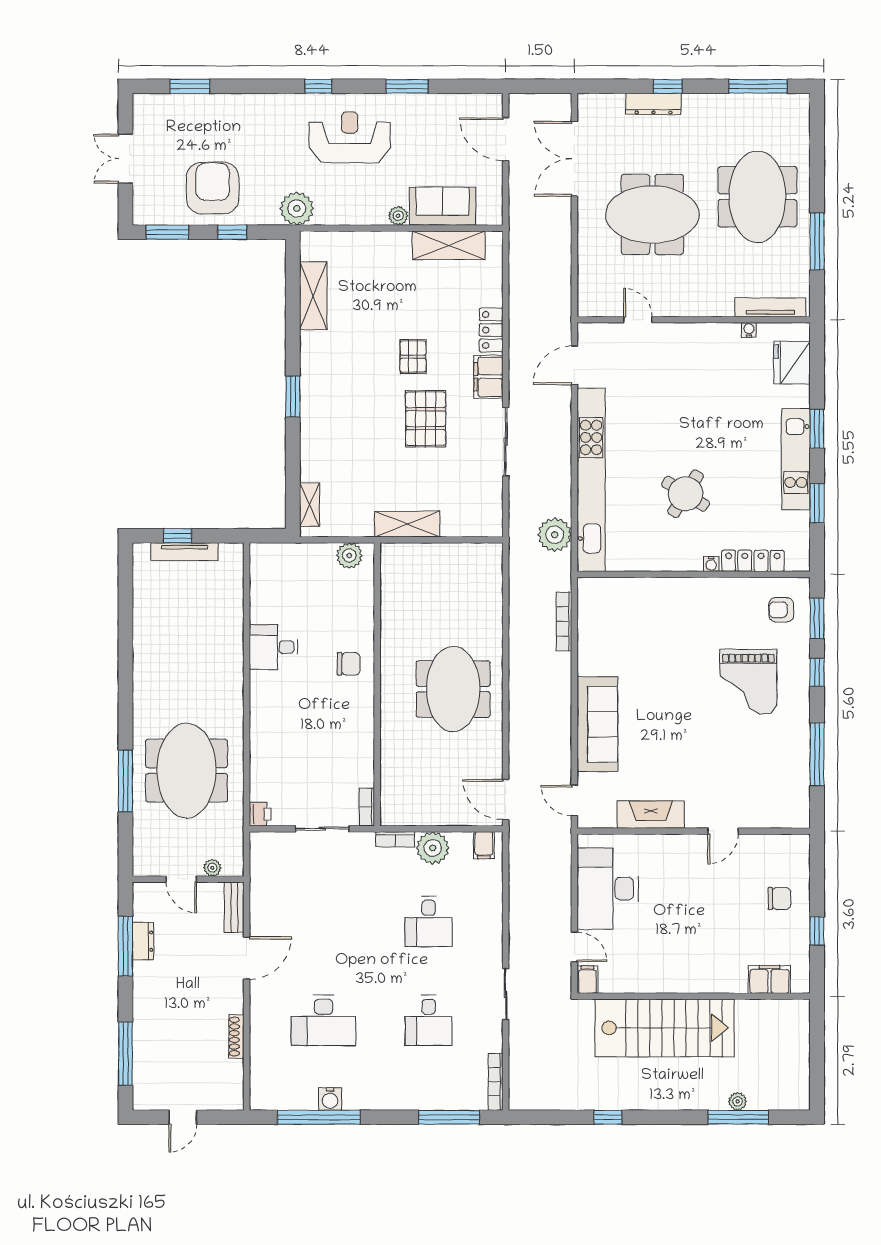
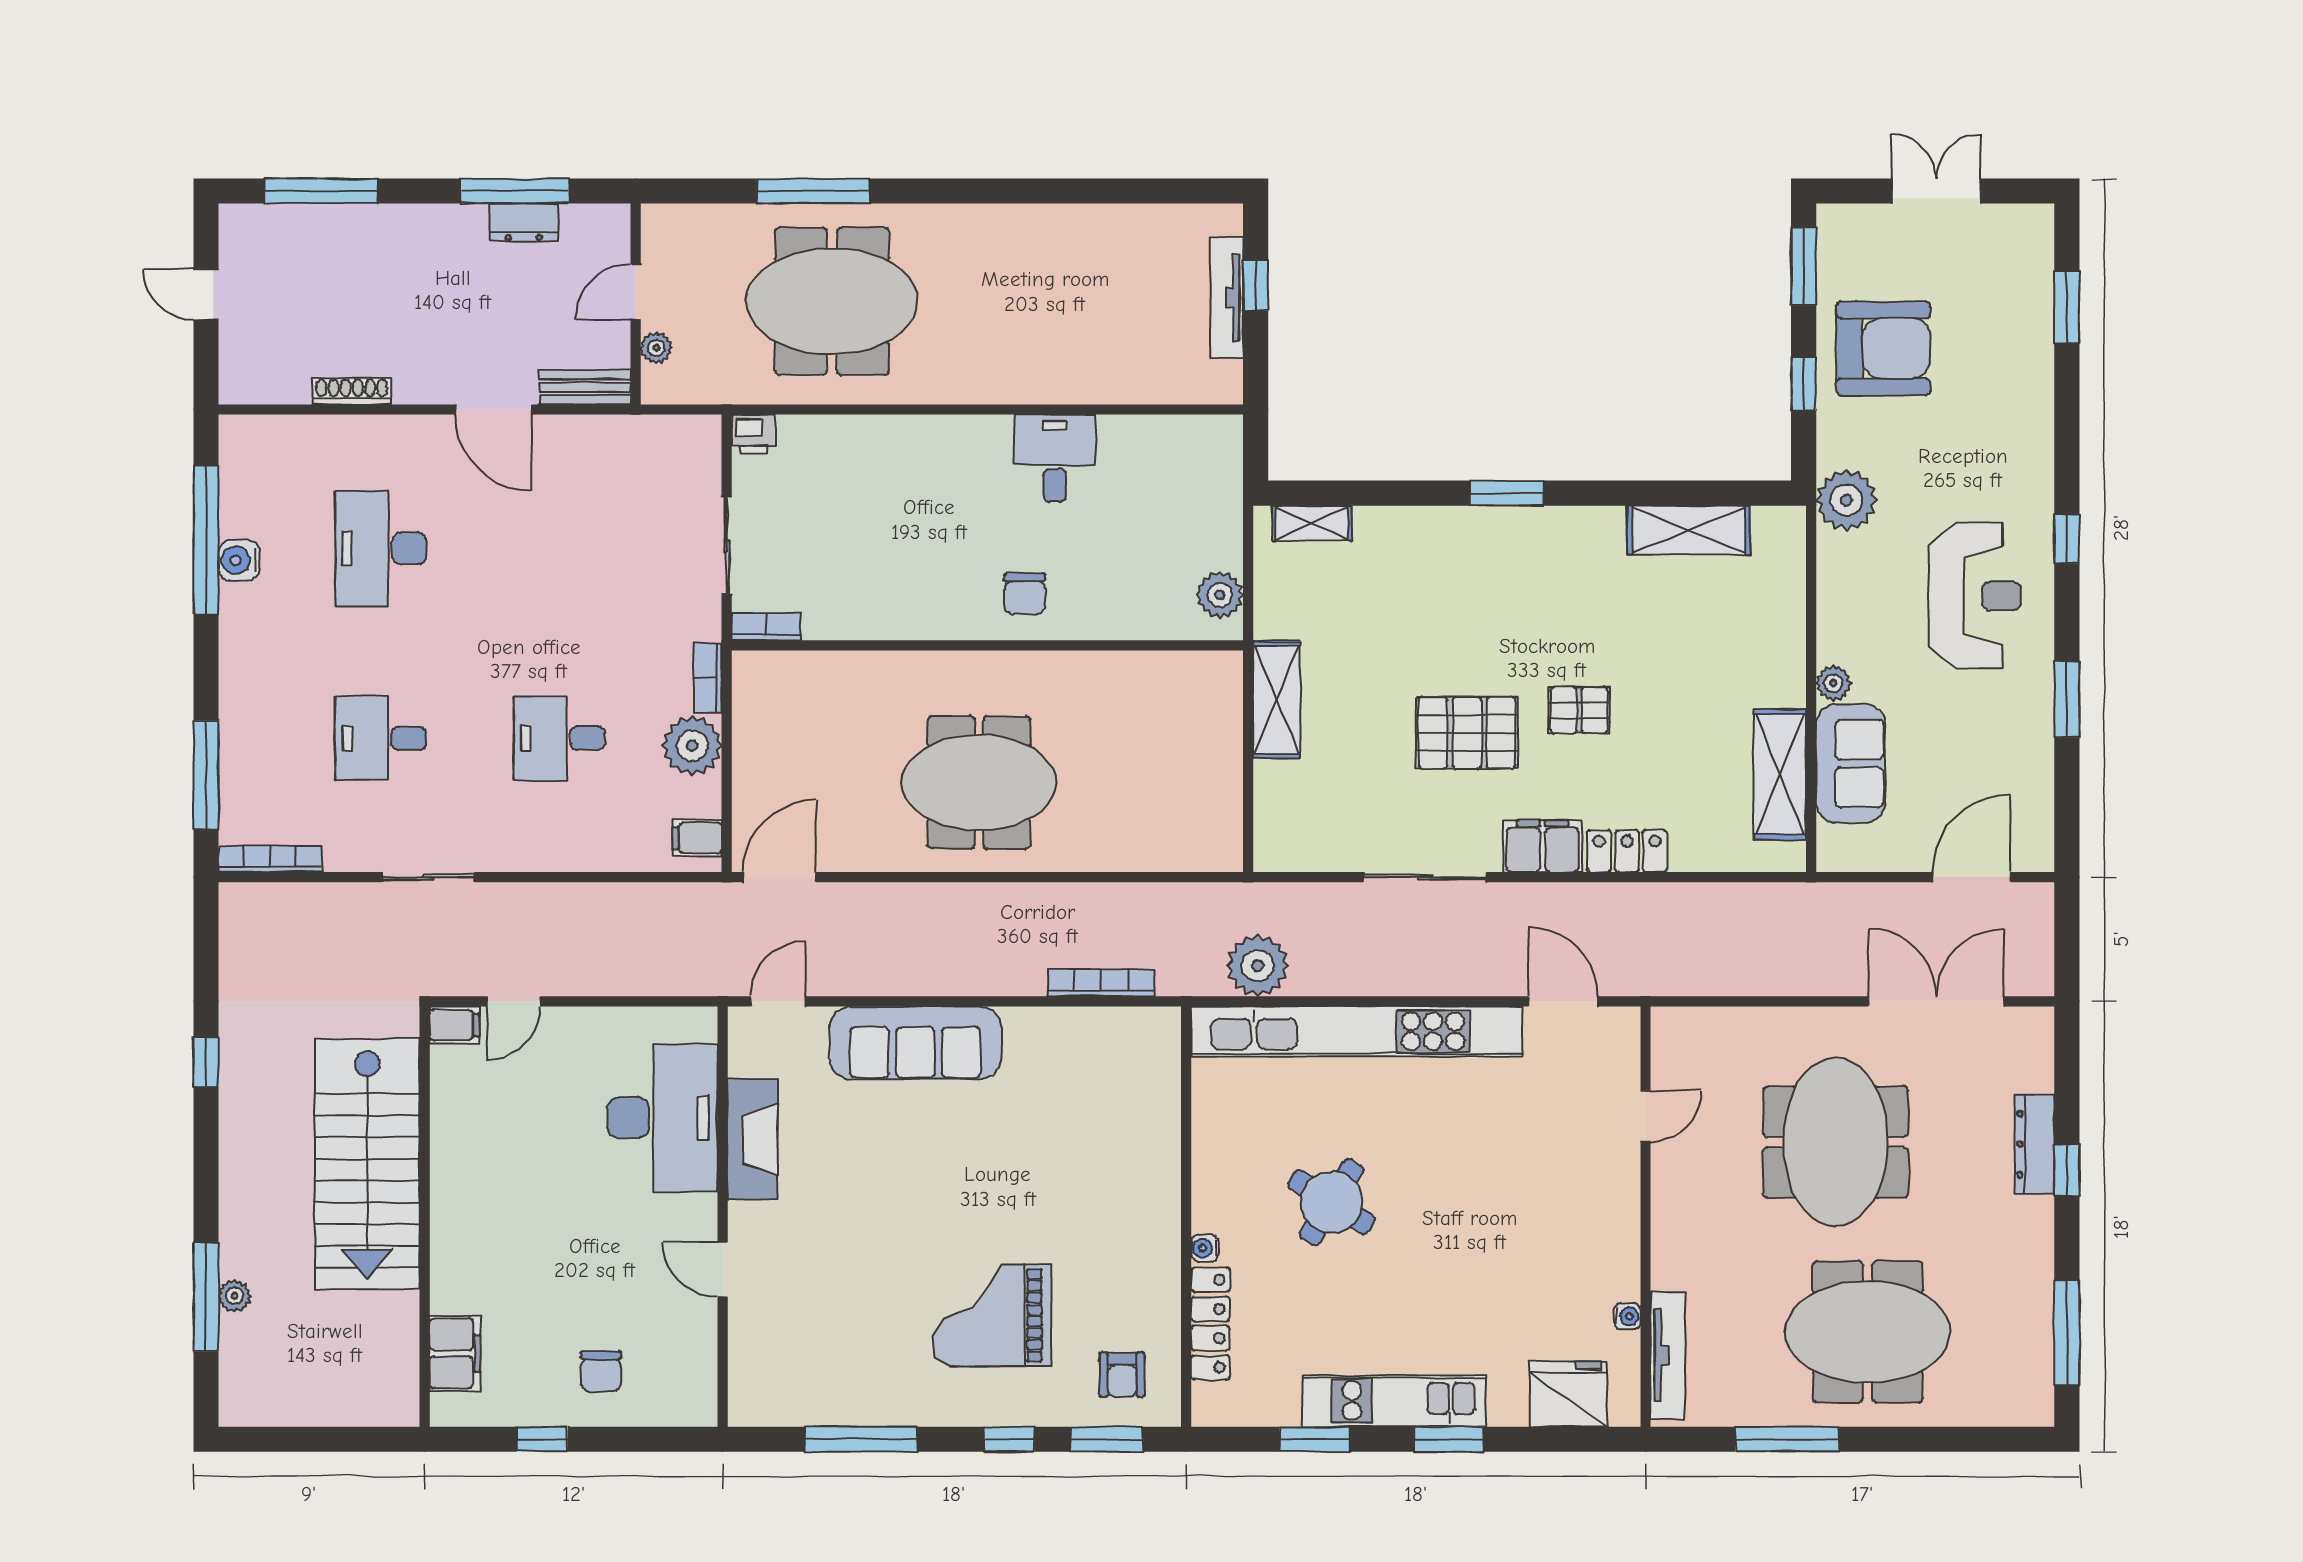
armchair: (781, 610) -> (1122, 1375), turned 180
desk: (608, 889) -> (662, 1118), moved, turned 90

